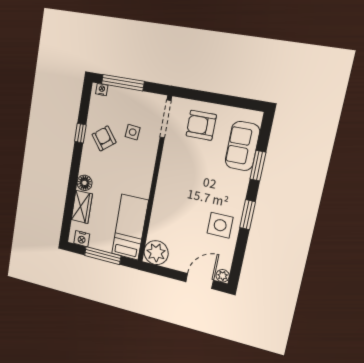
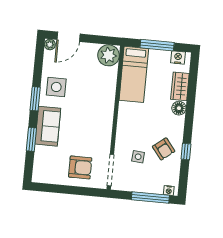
sofa: (242, 146) -> (48, 126), moved

